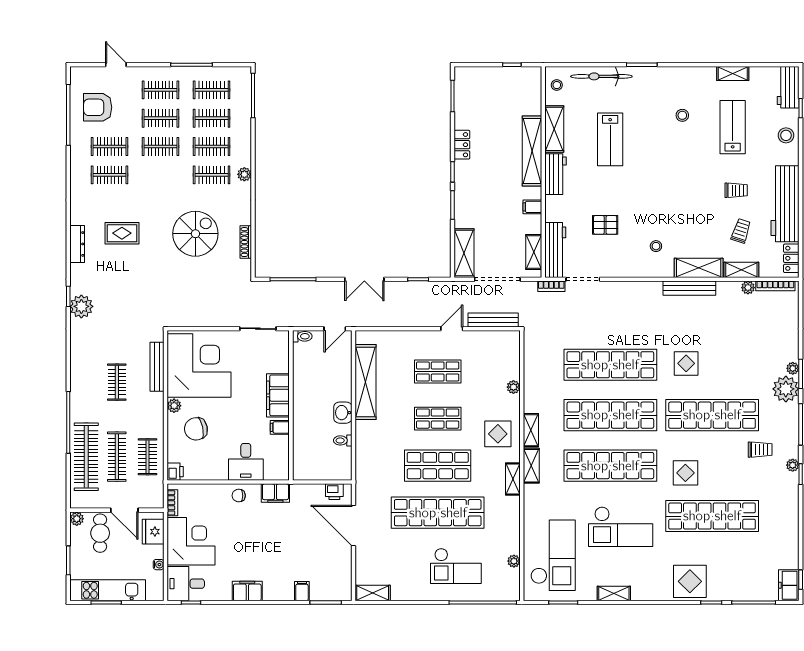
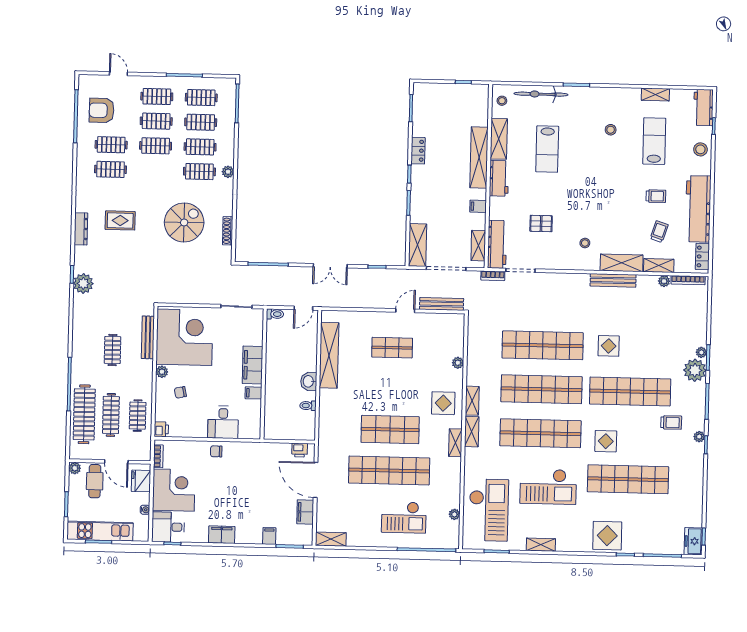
shop shelf: (438, 419) -> (391, 389), removed
chair: (196, 429) -> (180, 392), width x0.54, depth x0.54
filing cabinet: (275, 493) -> (305, 512), moved, turned 90

